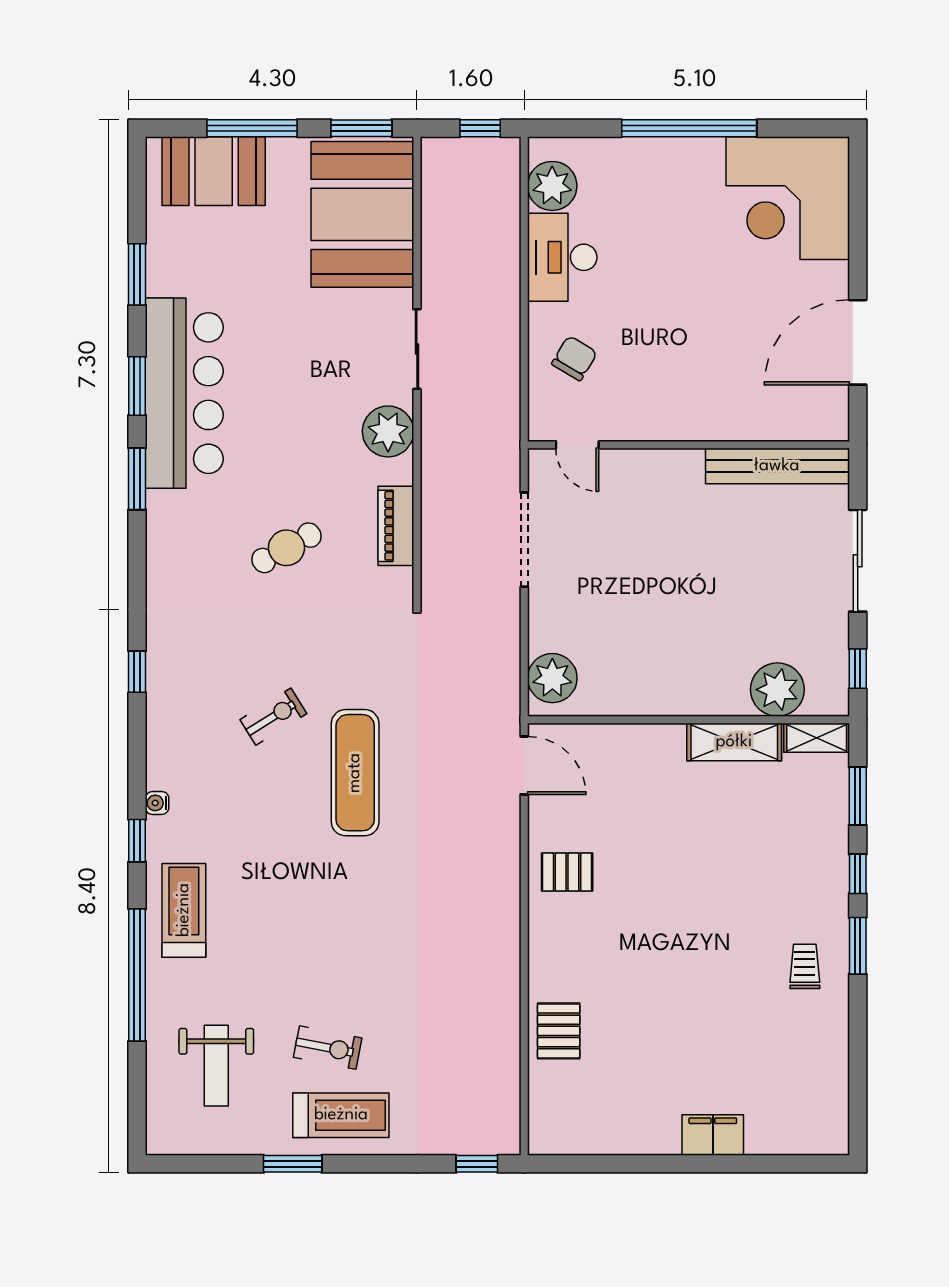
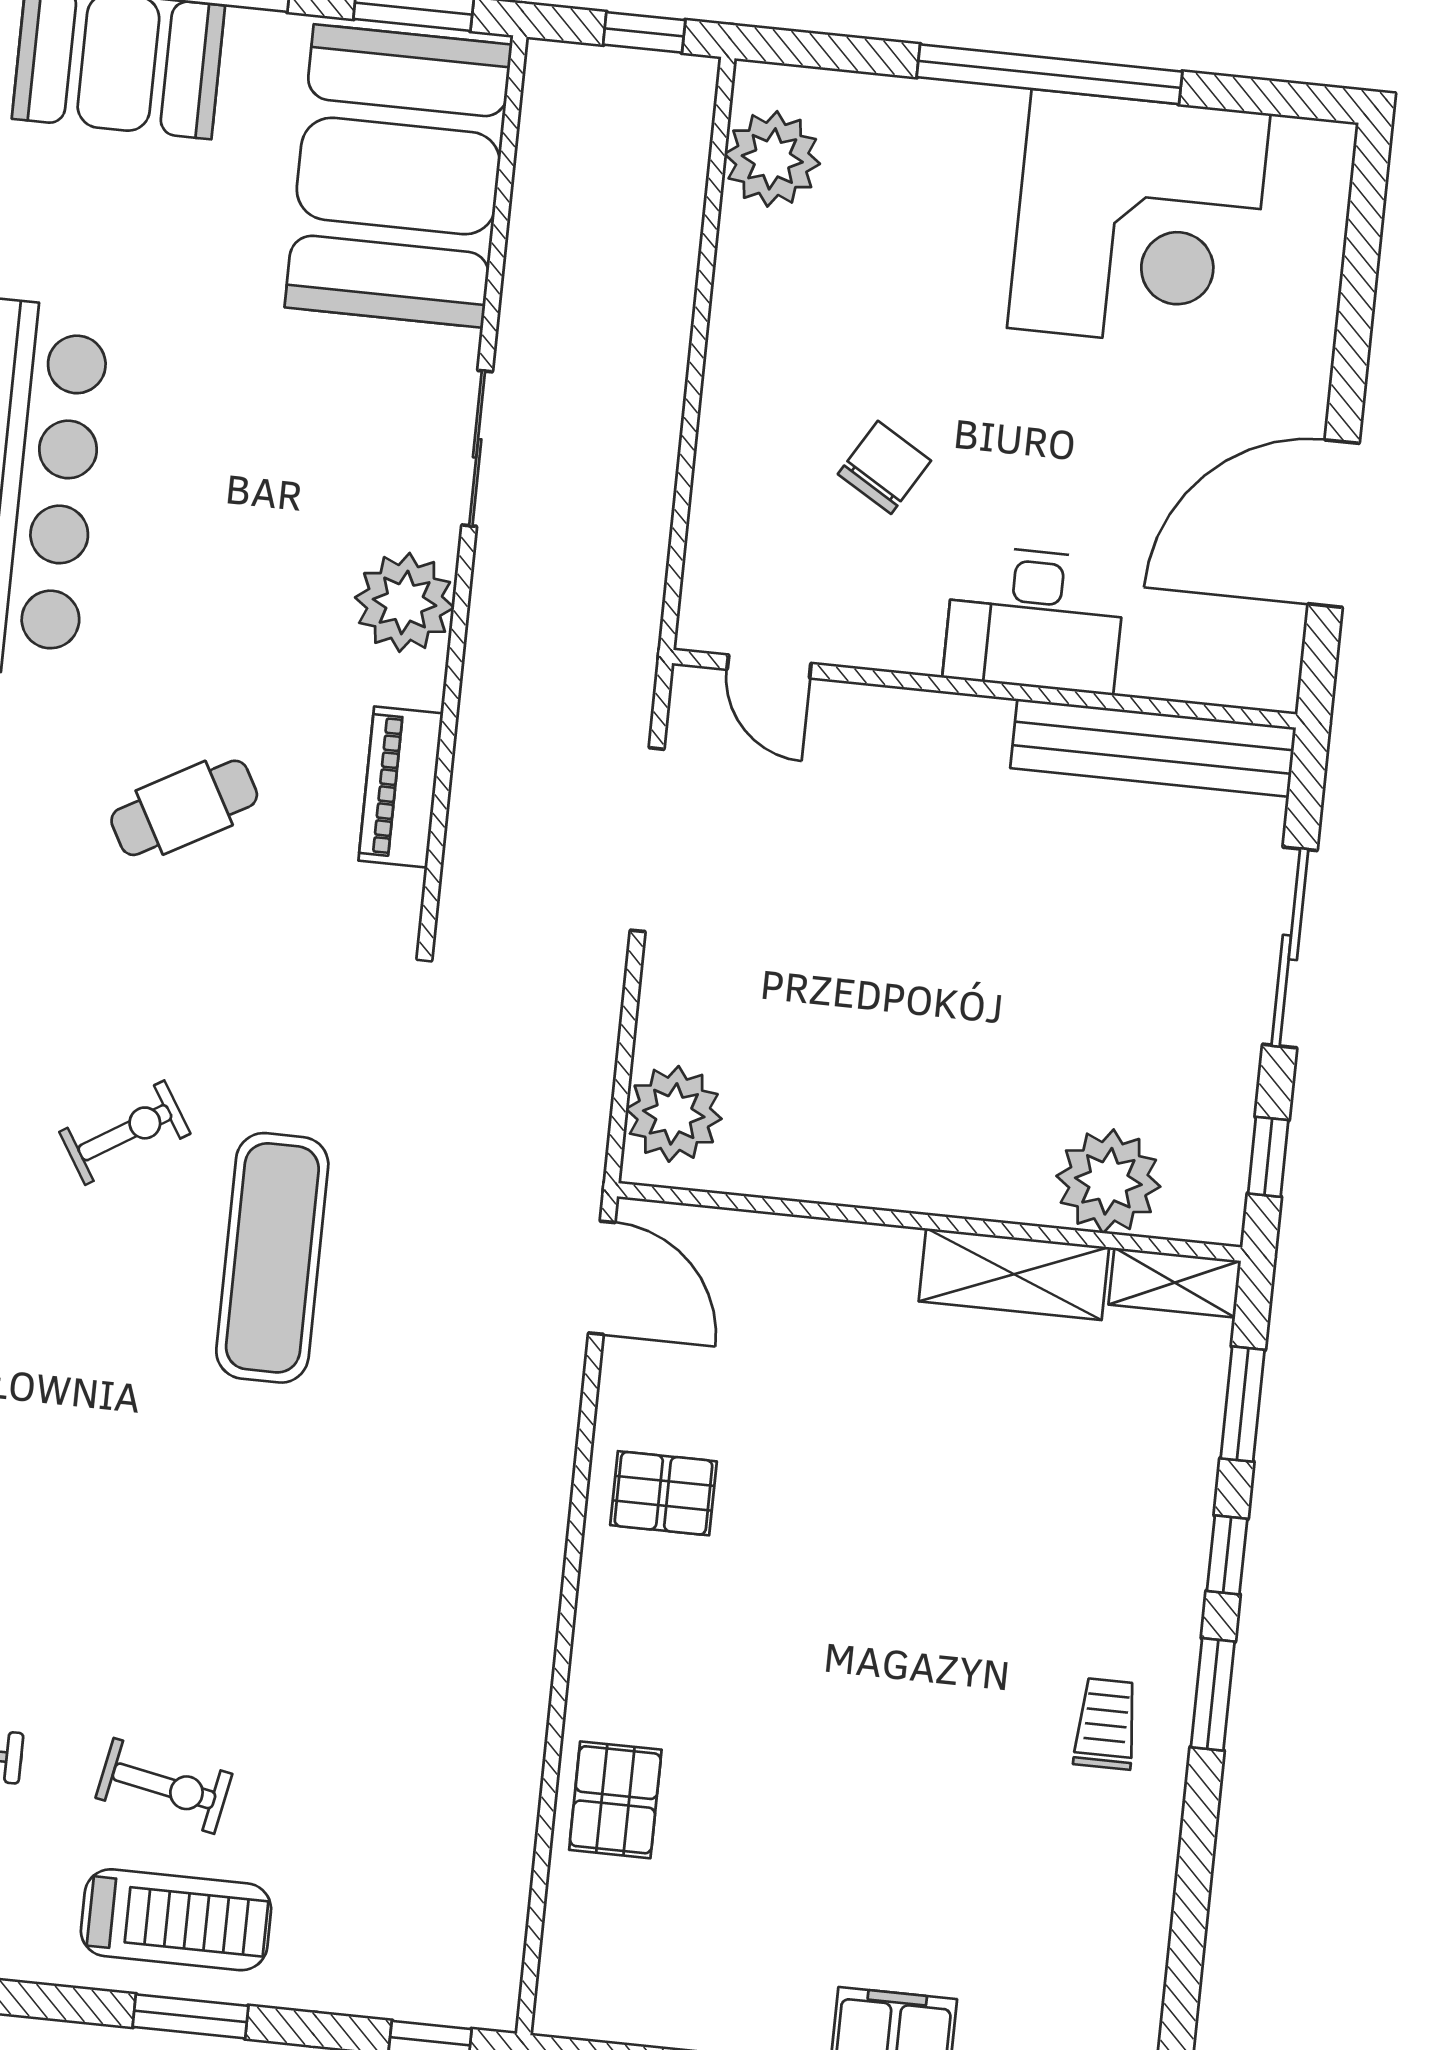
corner desk: (788, 198) -> (1139, 221), moved, turned -90
desk: (562, 257) -> (1035, 619), moved, turned -90
chair: (574, 358) -> (884, 467), moved
window: (293, 1164) -> (190, 2016), moved

